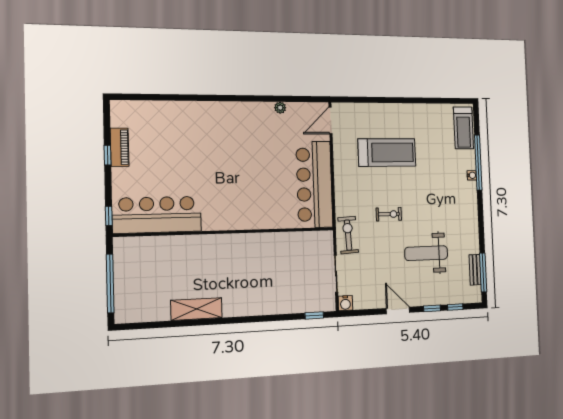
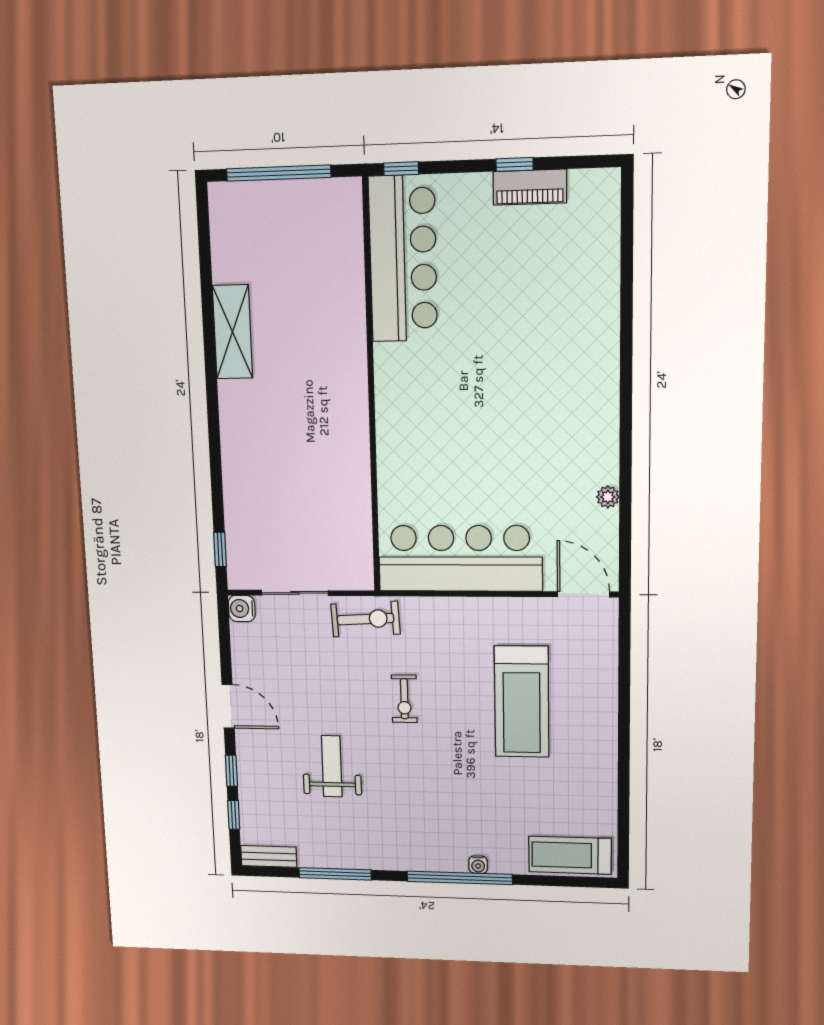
window: (478, 162) -> (460, 878), moved
weight bench: (426, 253) -> (332, 766), width x0.73, depth x0.75
bench: (475, 270) -> (269, 856), moved
window: (483, 272) -> (335, 874), moved
door: (398, 310) -> (228, 706), hinge flipped

